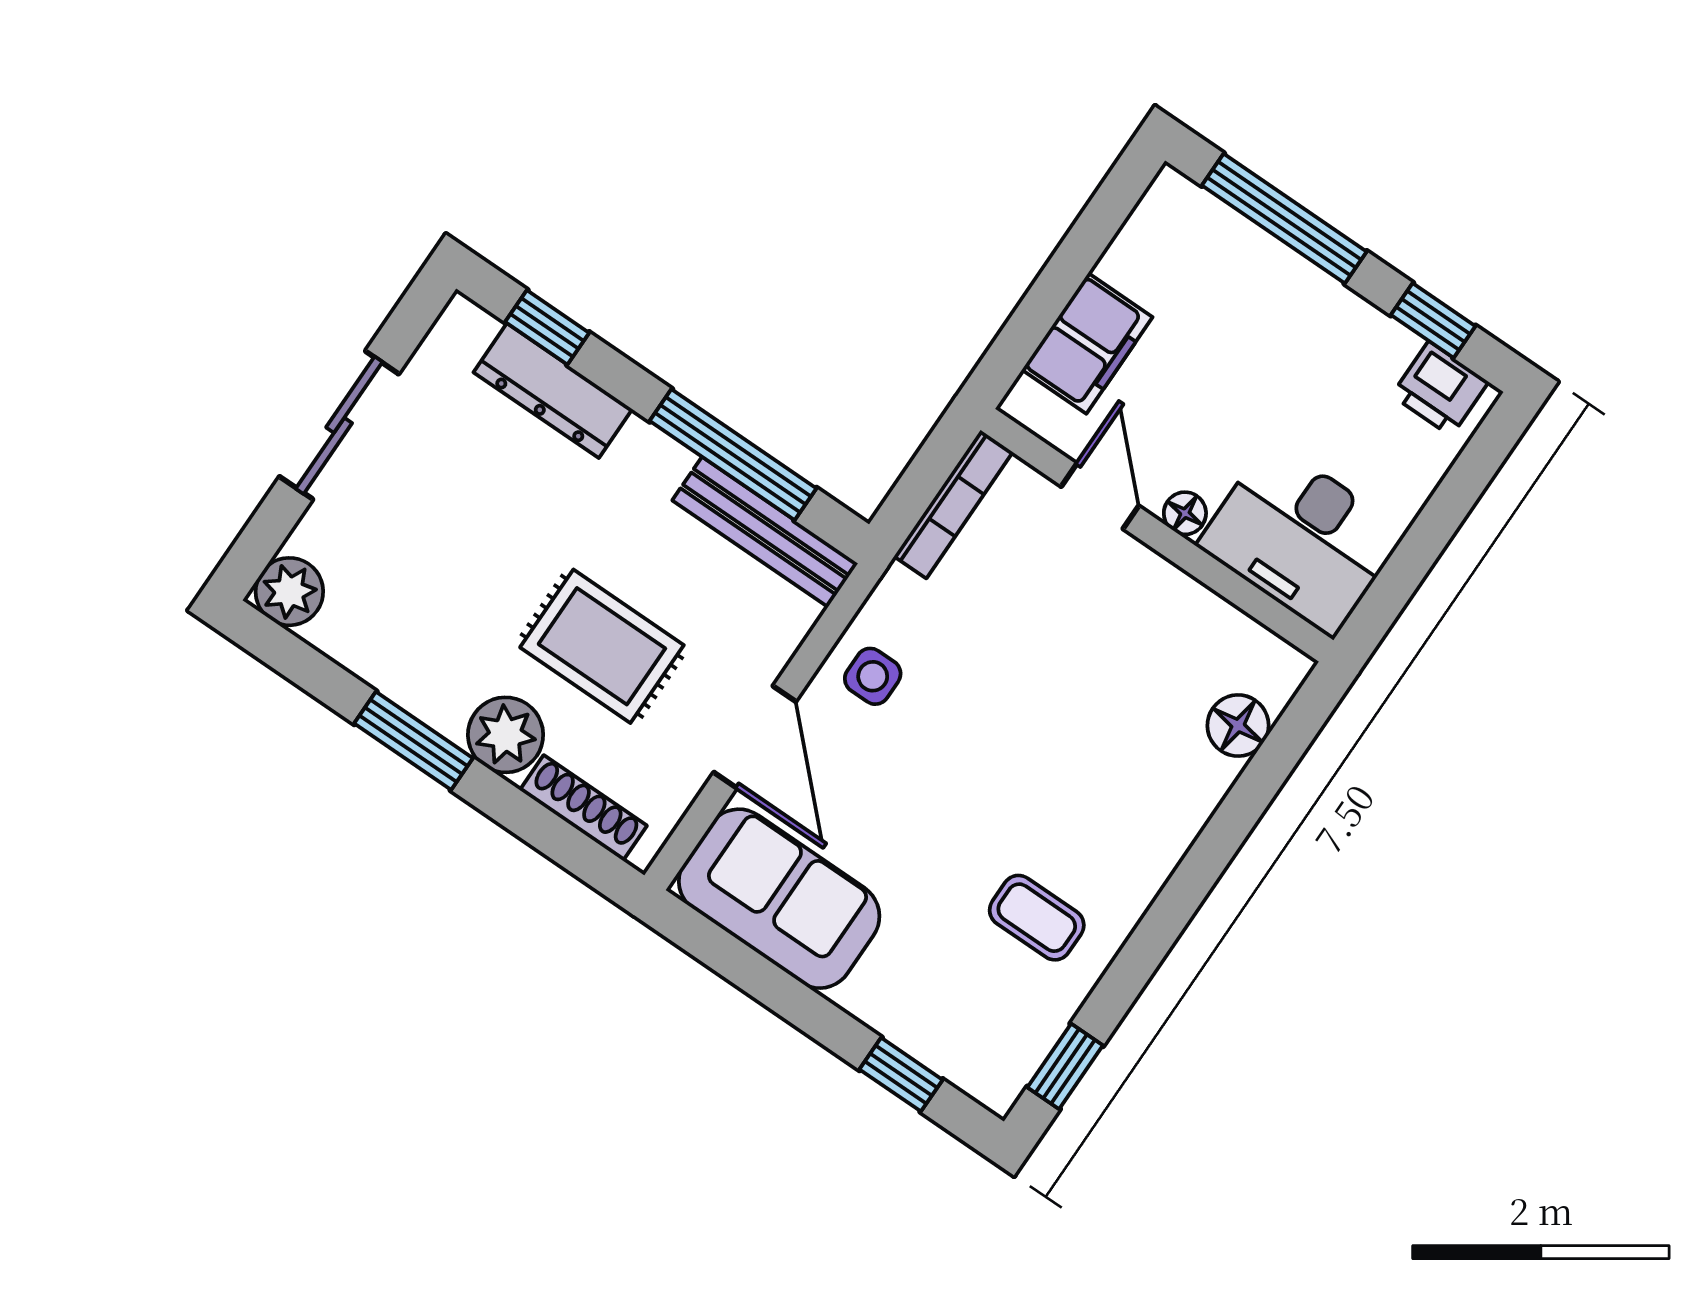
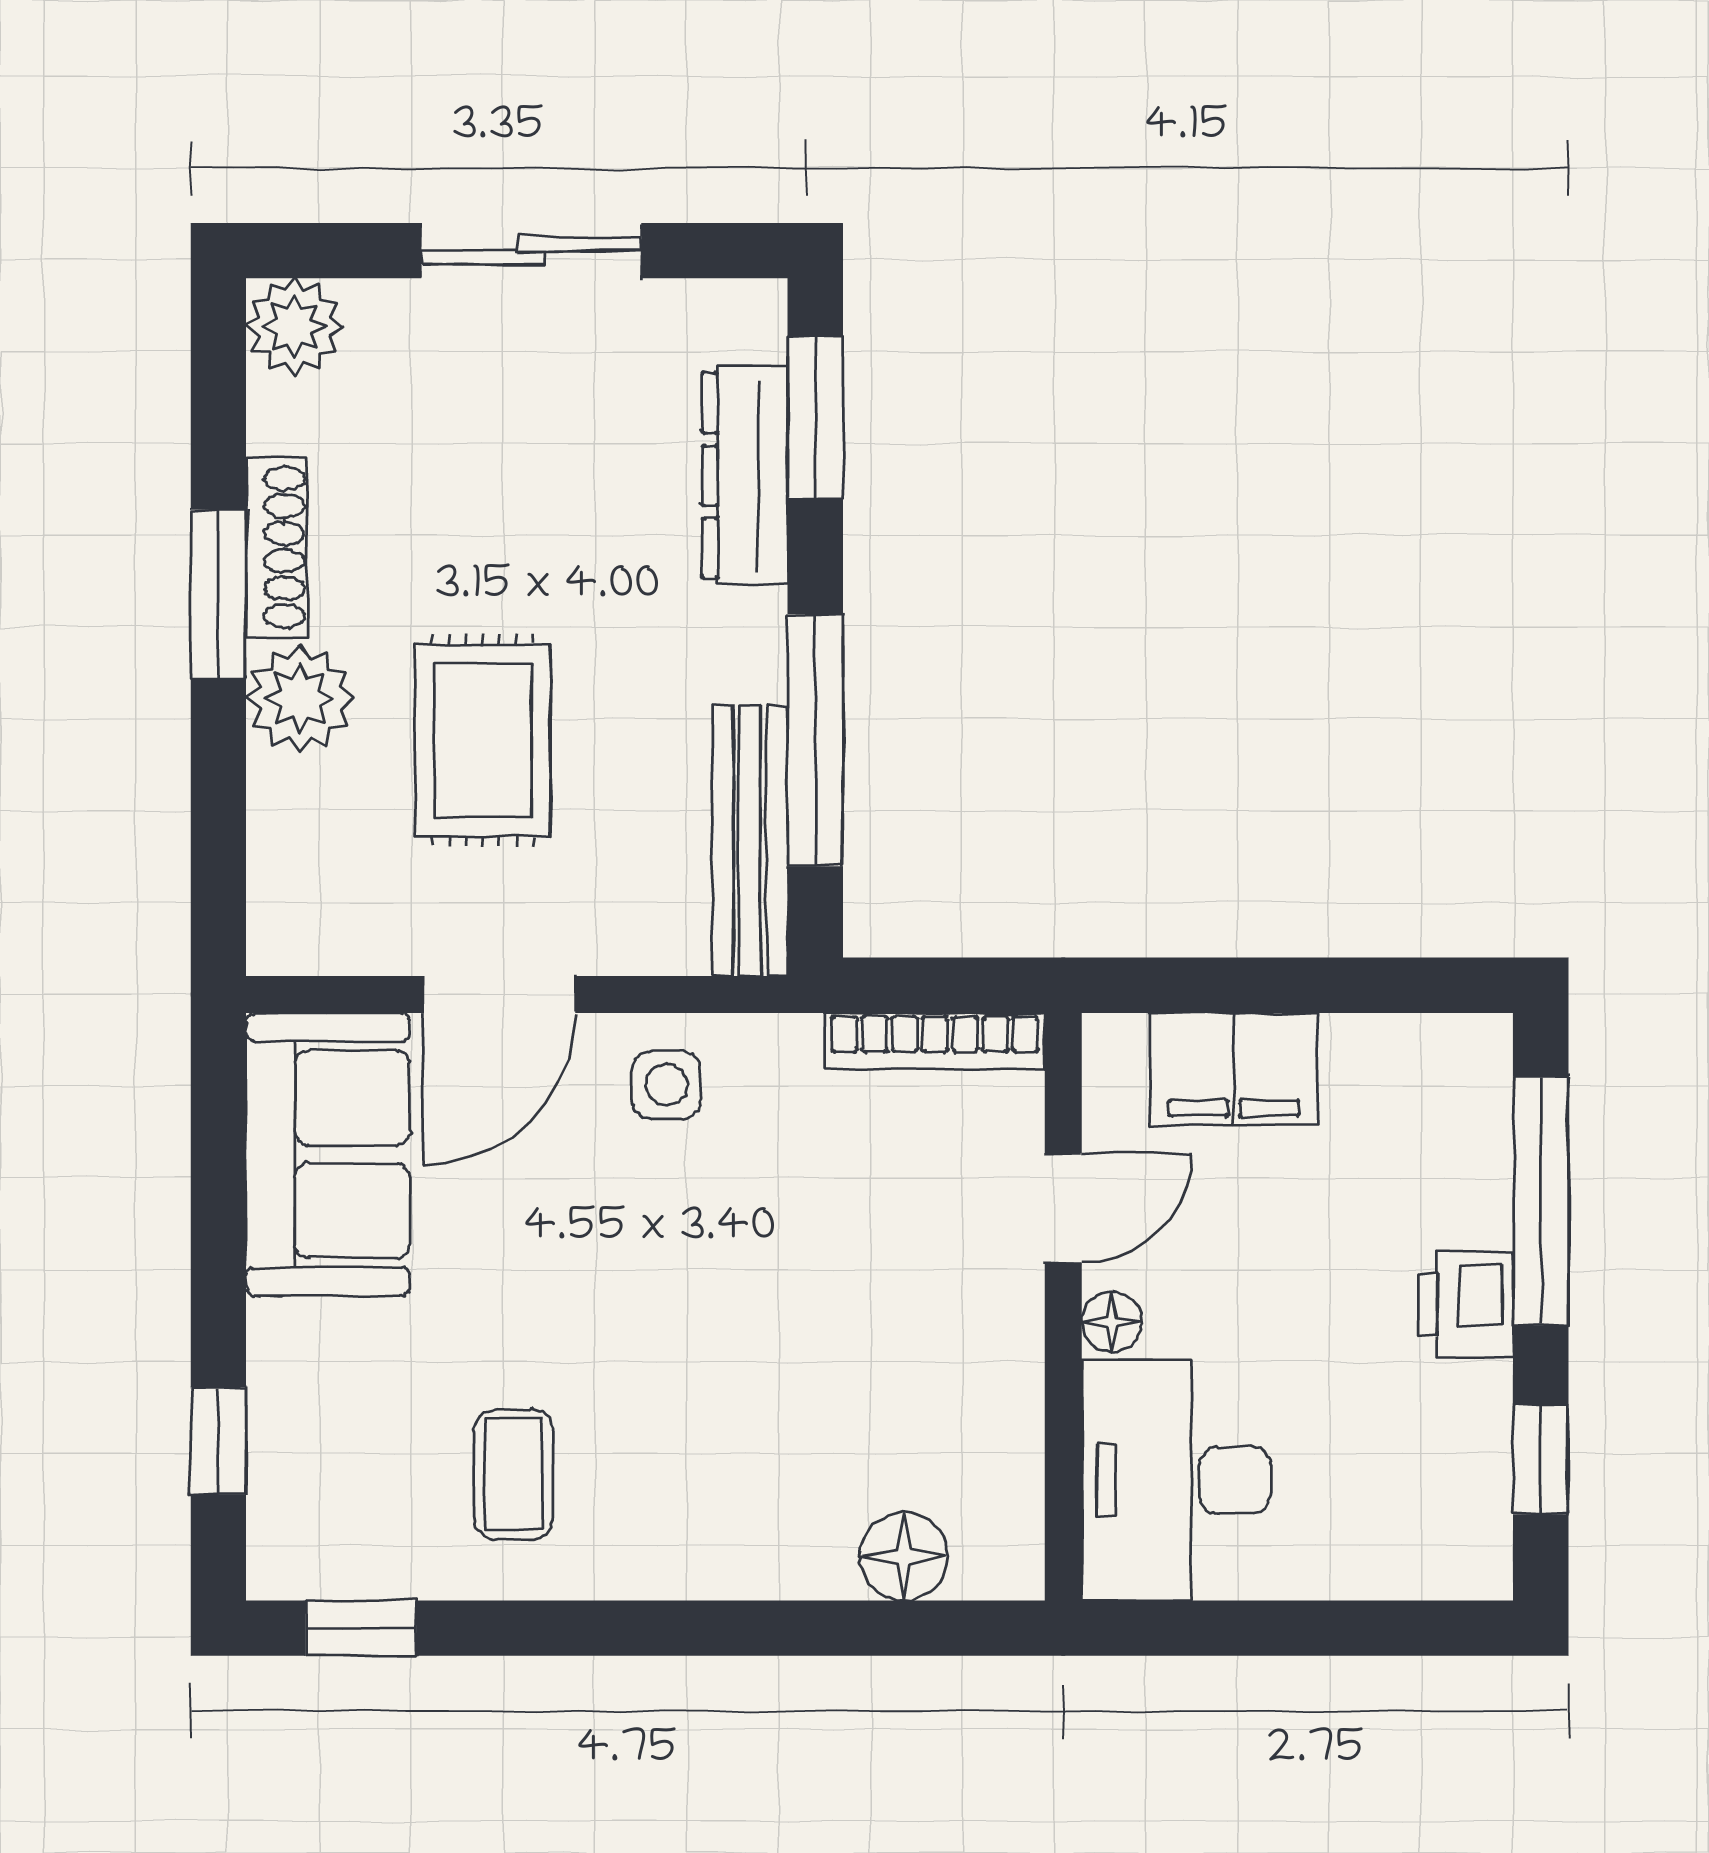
window: (547, 327) -> (815, 417), width x1.50
printer: (1440, 389) -> (1466, 1305), moved
shoe rack: (583, 808) -> (276, 547), moved

